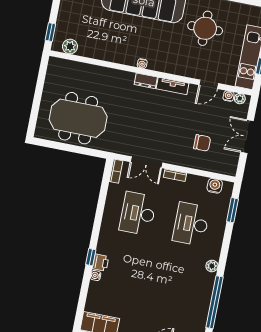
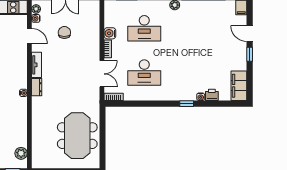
chair: (202, 143) -> (64, 32), moved
water cooler: (215, 186) -> (110, 33), moved
printer: (100, 263) -> (212, 95), moved

